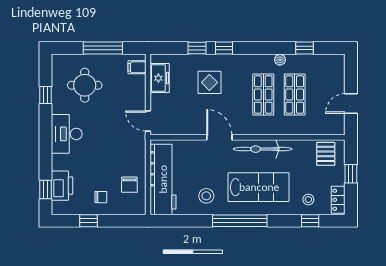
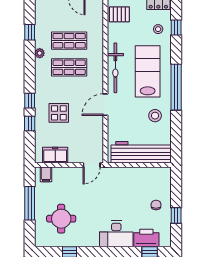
desk: (67, 134) -> (116, 234), moved
chair: (129, 185) -> (146, 181), removed

